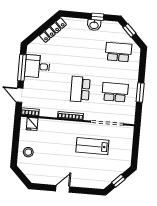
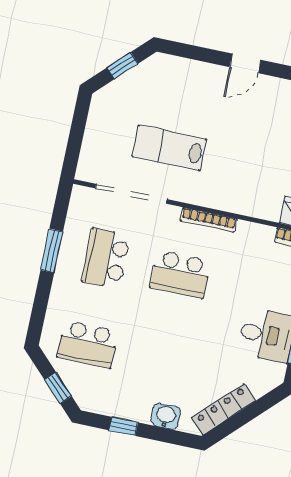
washbasin: (94, 25) -> (166, 416), moved
school desk: (80, 89) -> (180, 274), turned 90
school desk: (115, 92) -> (106, 258), turned 90
lab bench: (92, 146) -> (169, 148), turned 180

